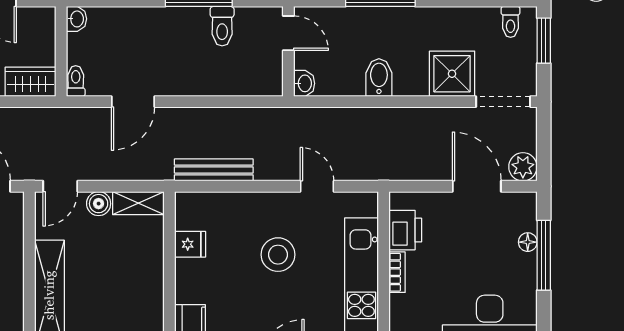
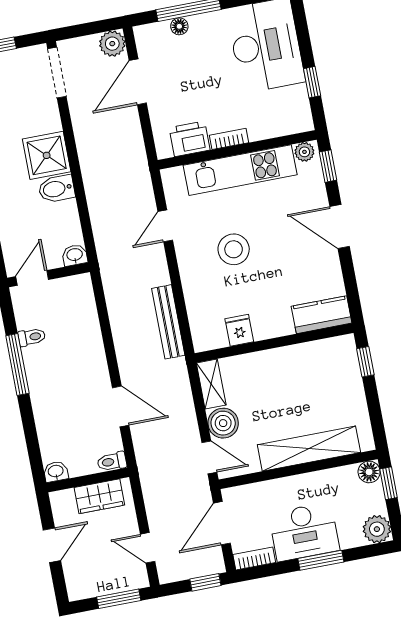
toilet: (222, 26) -> (32, 337), width x0.73, depth x0.72
shower: (452, 74) -> (47, 155), moved
wardrobe: (30, 82) -> (99, 496), moved, turned -90
boiler: (99, 204) -> (223, 423), width x1.36, depth x1.36

